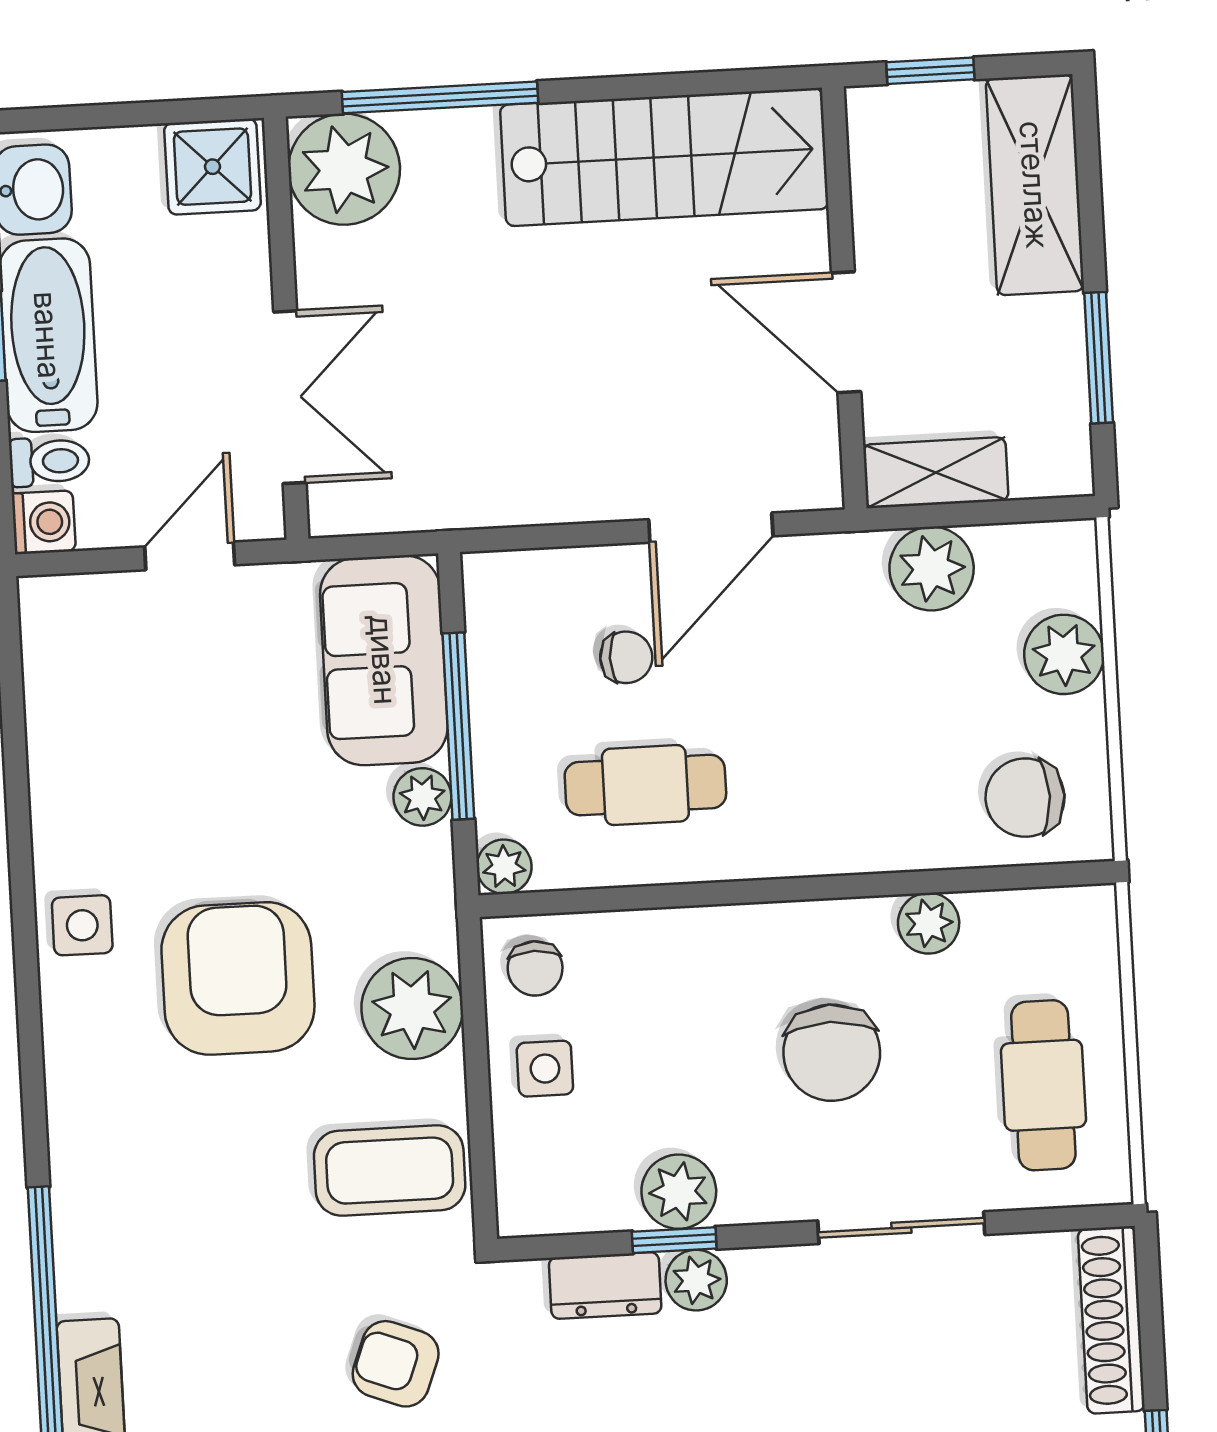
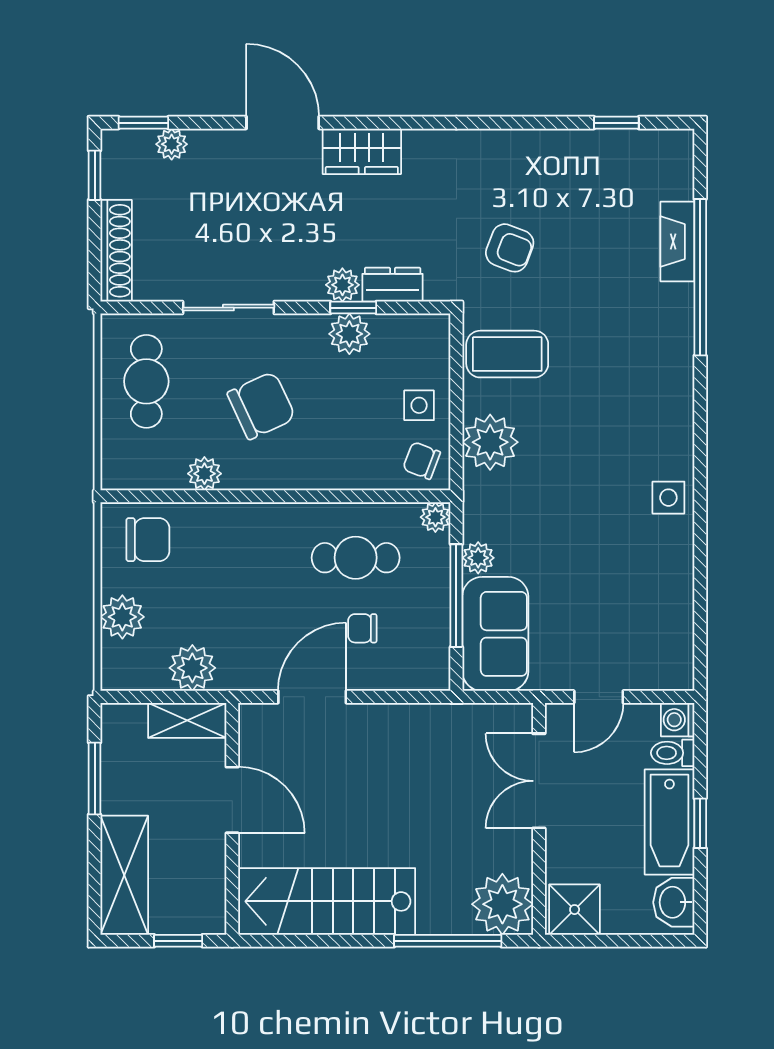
chair: (535, 968) -> (422, 461), turned -69
armchair: (238, 978) -> (585, 464), removed
chair: (832, 1053) -> (261, 405), turned 65

